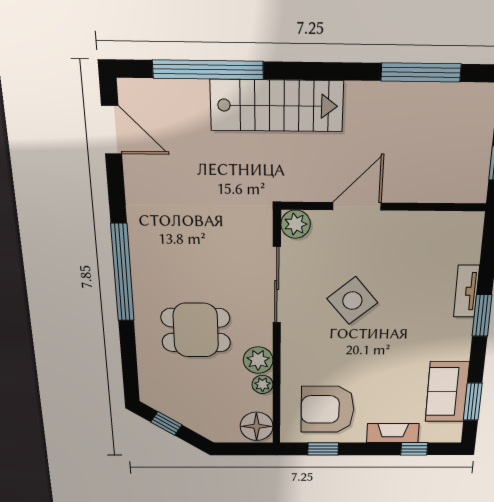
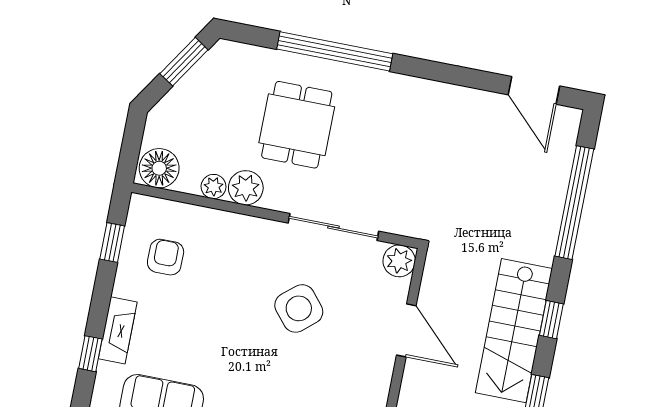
window: (325, 71) -> (551, 320), added
stairs: (277, 106) -> (514, 331), moved
door: (112, 130) -> (534, 90), hinge flipped
window: (122, 273) -> (335, 51), moved
armchair: (327, 409) -> (166, 257), width x0.53, depth x0.53
window: (166, 423) -> (184, 62), width x1.50

